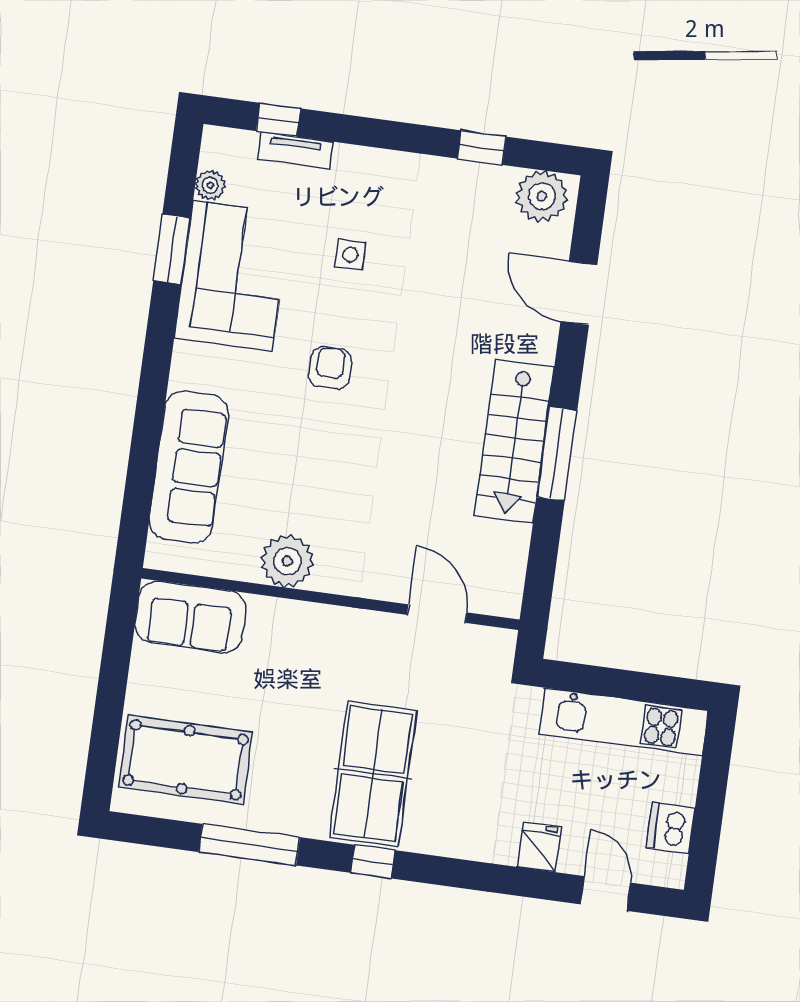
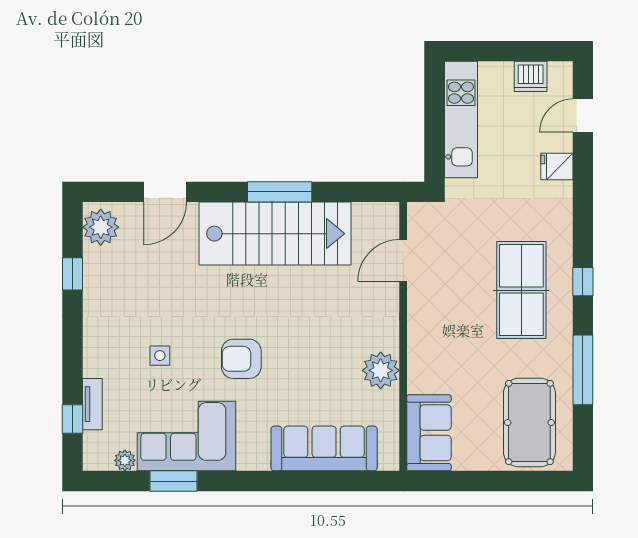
armchair: (330, 368) -> (241, 359), width x1.38, depth x1.38
stairs: (514, 441) -> (275, 234), width x1.36, depth x1.51
table tennis table: (373, 774) -> (521, 290), turned 90

